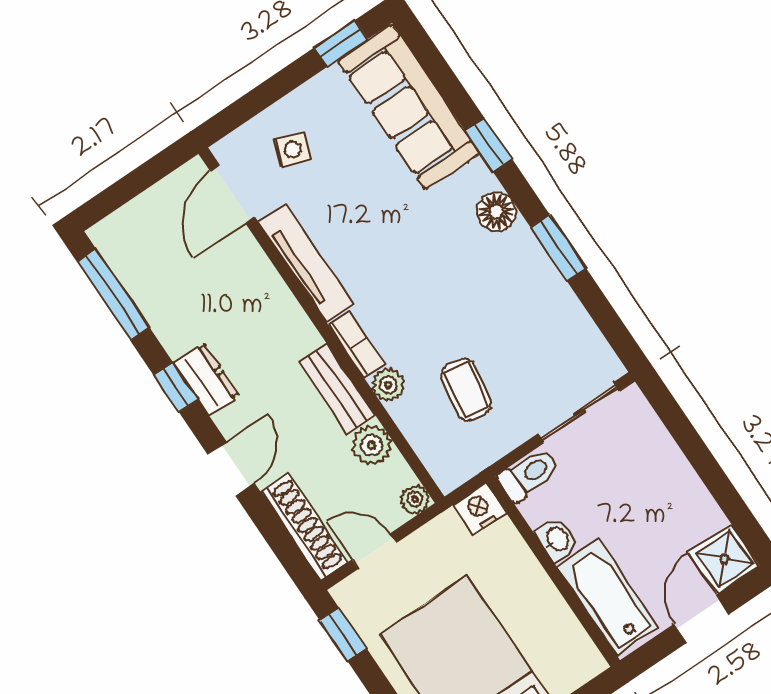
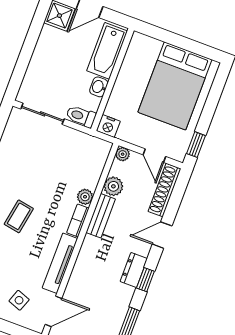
coffee table: (466, 390) -> (19, 216), moved

